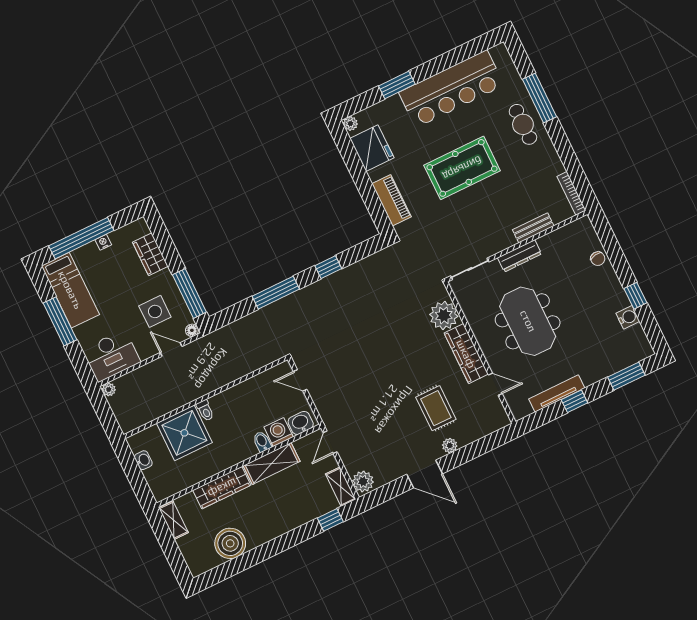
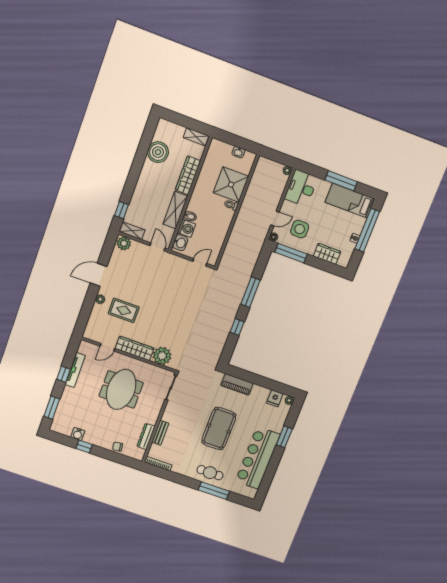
fridge: (372, 148) -> (275, 398), width x0.53, depth x0.75
dresser: (520, 256) -> (146, 436), moved
meeting table: (528, 321) -> (121, 389), turned 90

